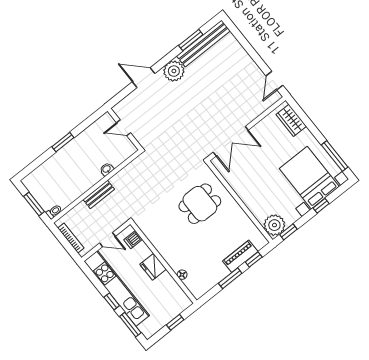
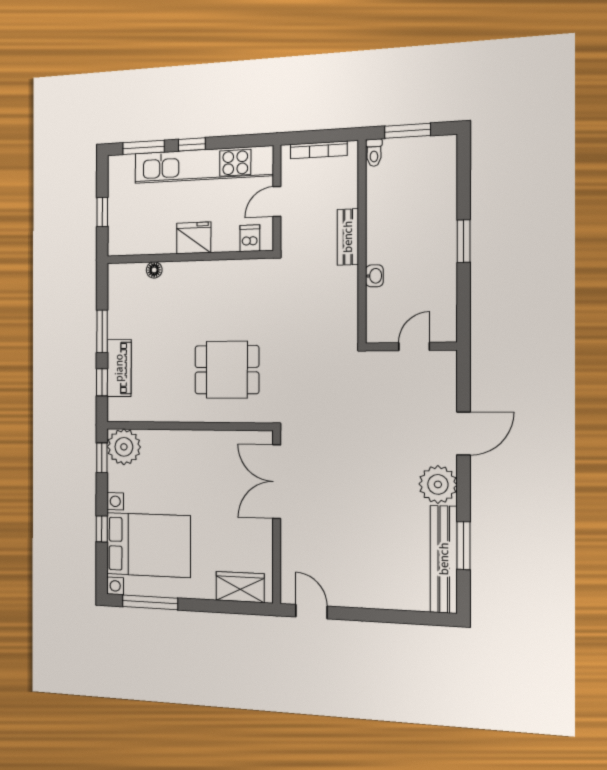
dining table: (200, 204) -> (227, 370), turned 90

